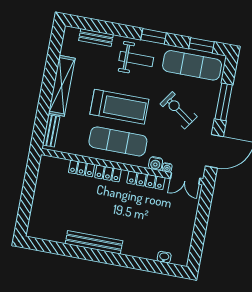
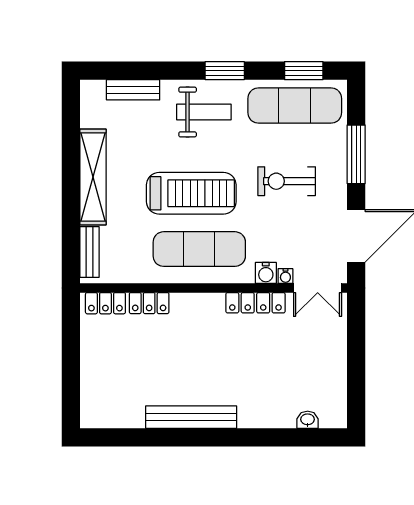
exercise bike: (179, 110) -> (287, 181), turned -35
locker: (108, 173) -> (105, 303), moved

